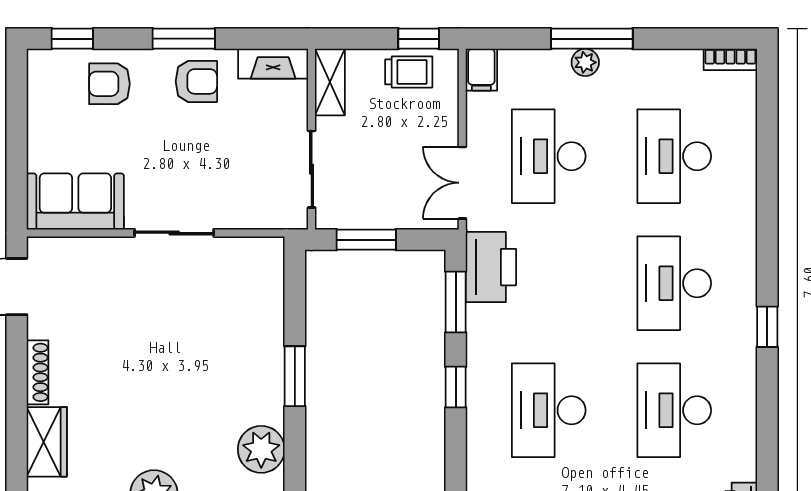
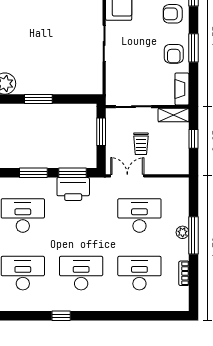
window: (419, 39) -> (193, 139), moved
bookcase: (730, 59) -> (184, 273), moved
filing cabinet: (481, 70) -> (179, 185), removed
trolley: (409, 72) -> (141, 144), moved
armchair: (109, 84) -> (173, 14), turned -90
printer: (491, 267) -> (73, 189), moved
window: (456, 387) -> (33, 173), width x1.50

